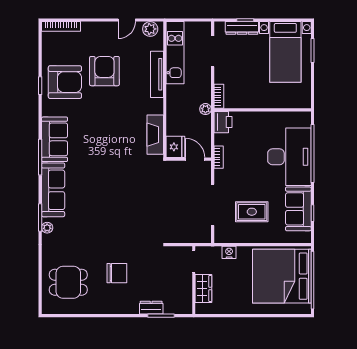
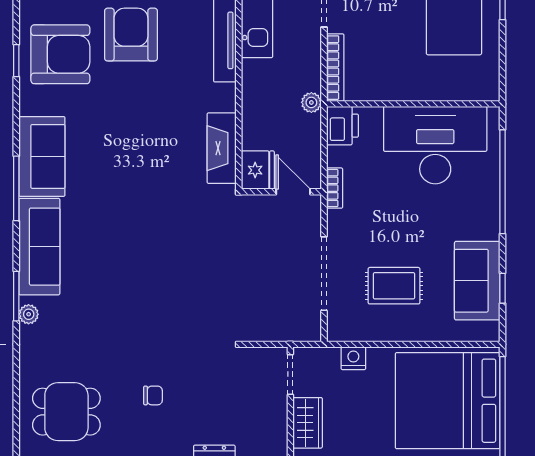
bookcase: (219, 96) -> (335, 68), width x1.56
desk: (289, 157) -> (435, 145), moved, turned -90
chair: (117, 273) -> (153, 395), width x0.54, depth x0.54

